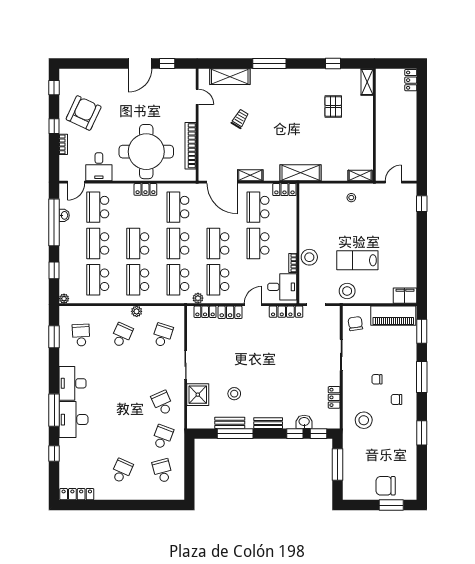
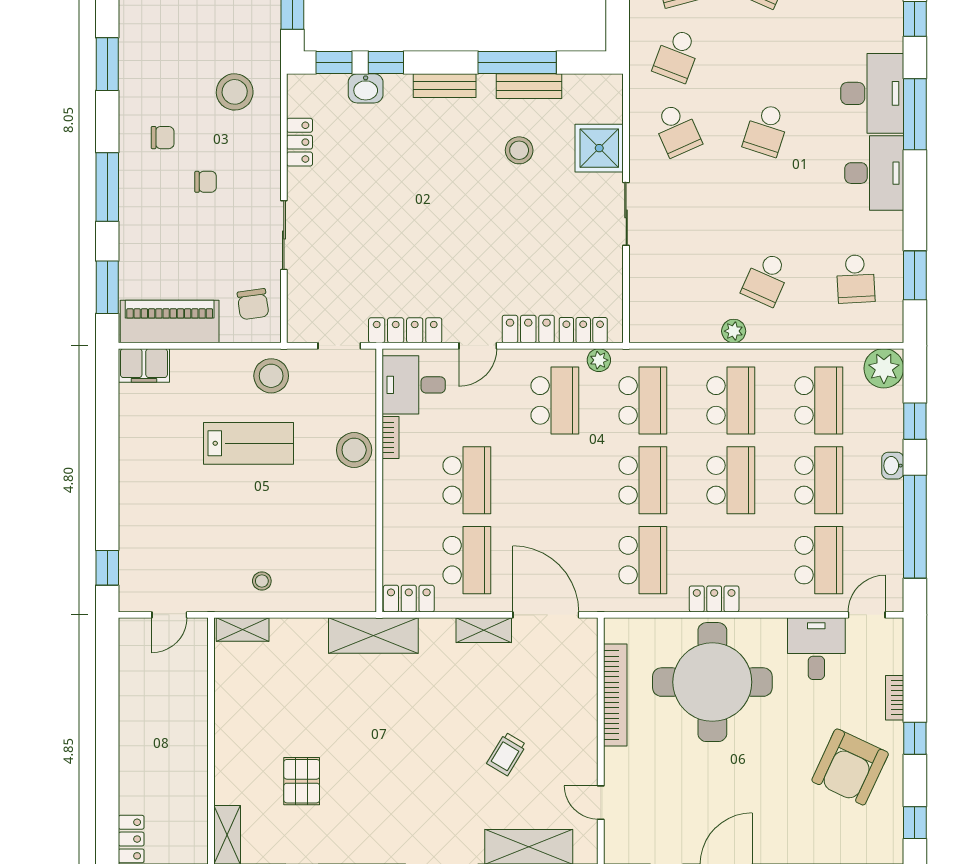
washbasin: (64, 215) -> (893, 466), moved
school desk: (218, 243) -> (555, 480), removed
plant: (64, 299) -> (884, 368), width x1.87, depth x1.87
school desk: (162, 335) -> (766, 130), moved

